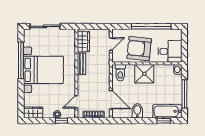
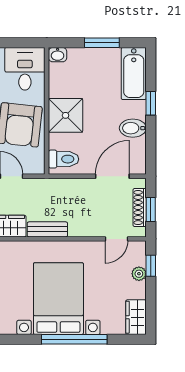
window: (21, 60) -> (74, 339), moved
window: (184, 94) -> (102, 43), width x0.69
door: (76, 102) -> (116, 239), hinge flipped
window: (92, 121) -> (151, 210), added
window: (164, 121) -> (151, 103), moved

